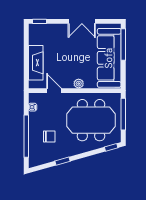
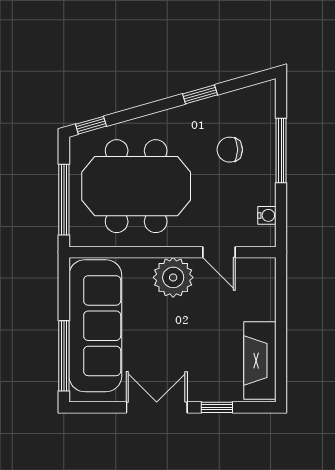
window: (40, 21) -> (217, 407), moved
fireplace: (36, 63) -> (260, 361), moved
plant: (79, 84) -> (173, 277), width x1.87, depth x1.87
window: (26, 136) -> (281, 151), width x0.68

